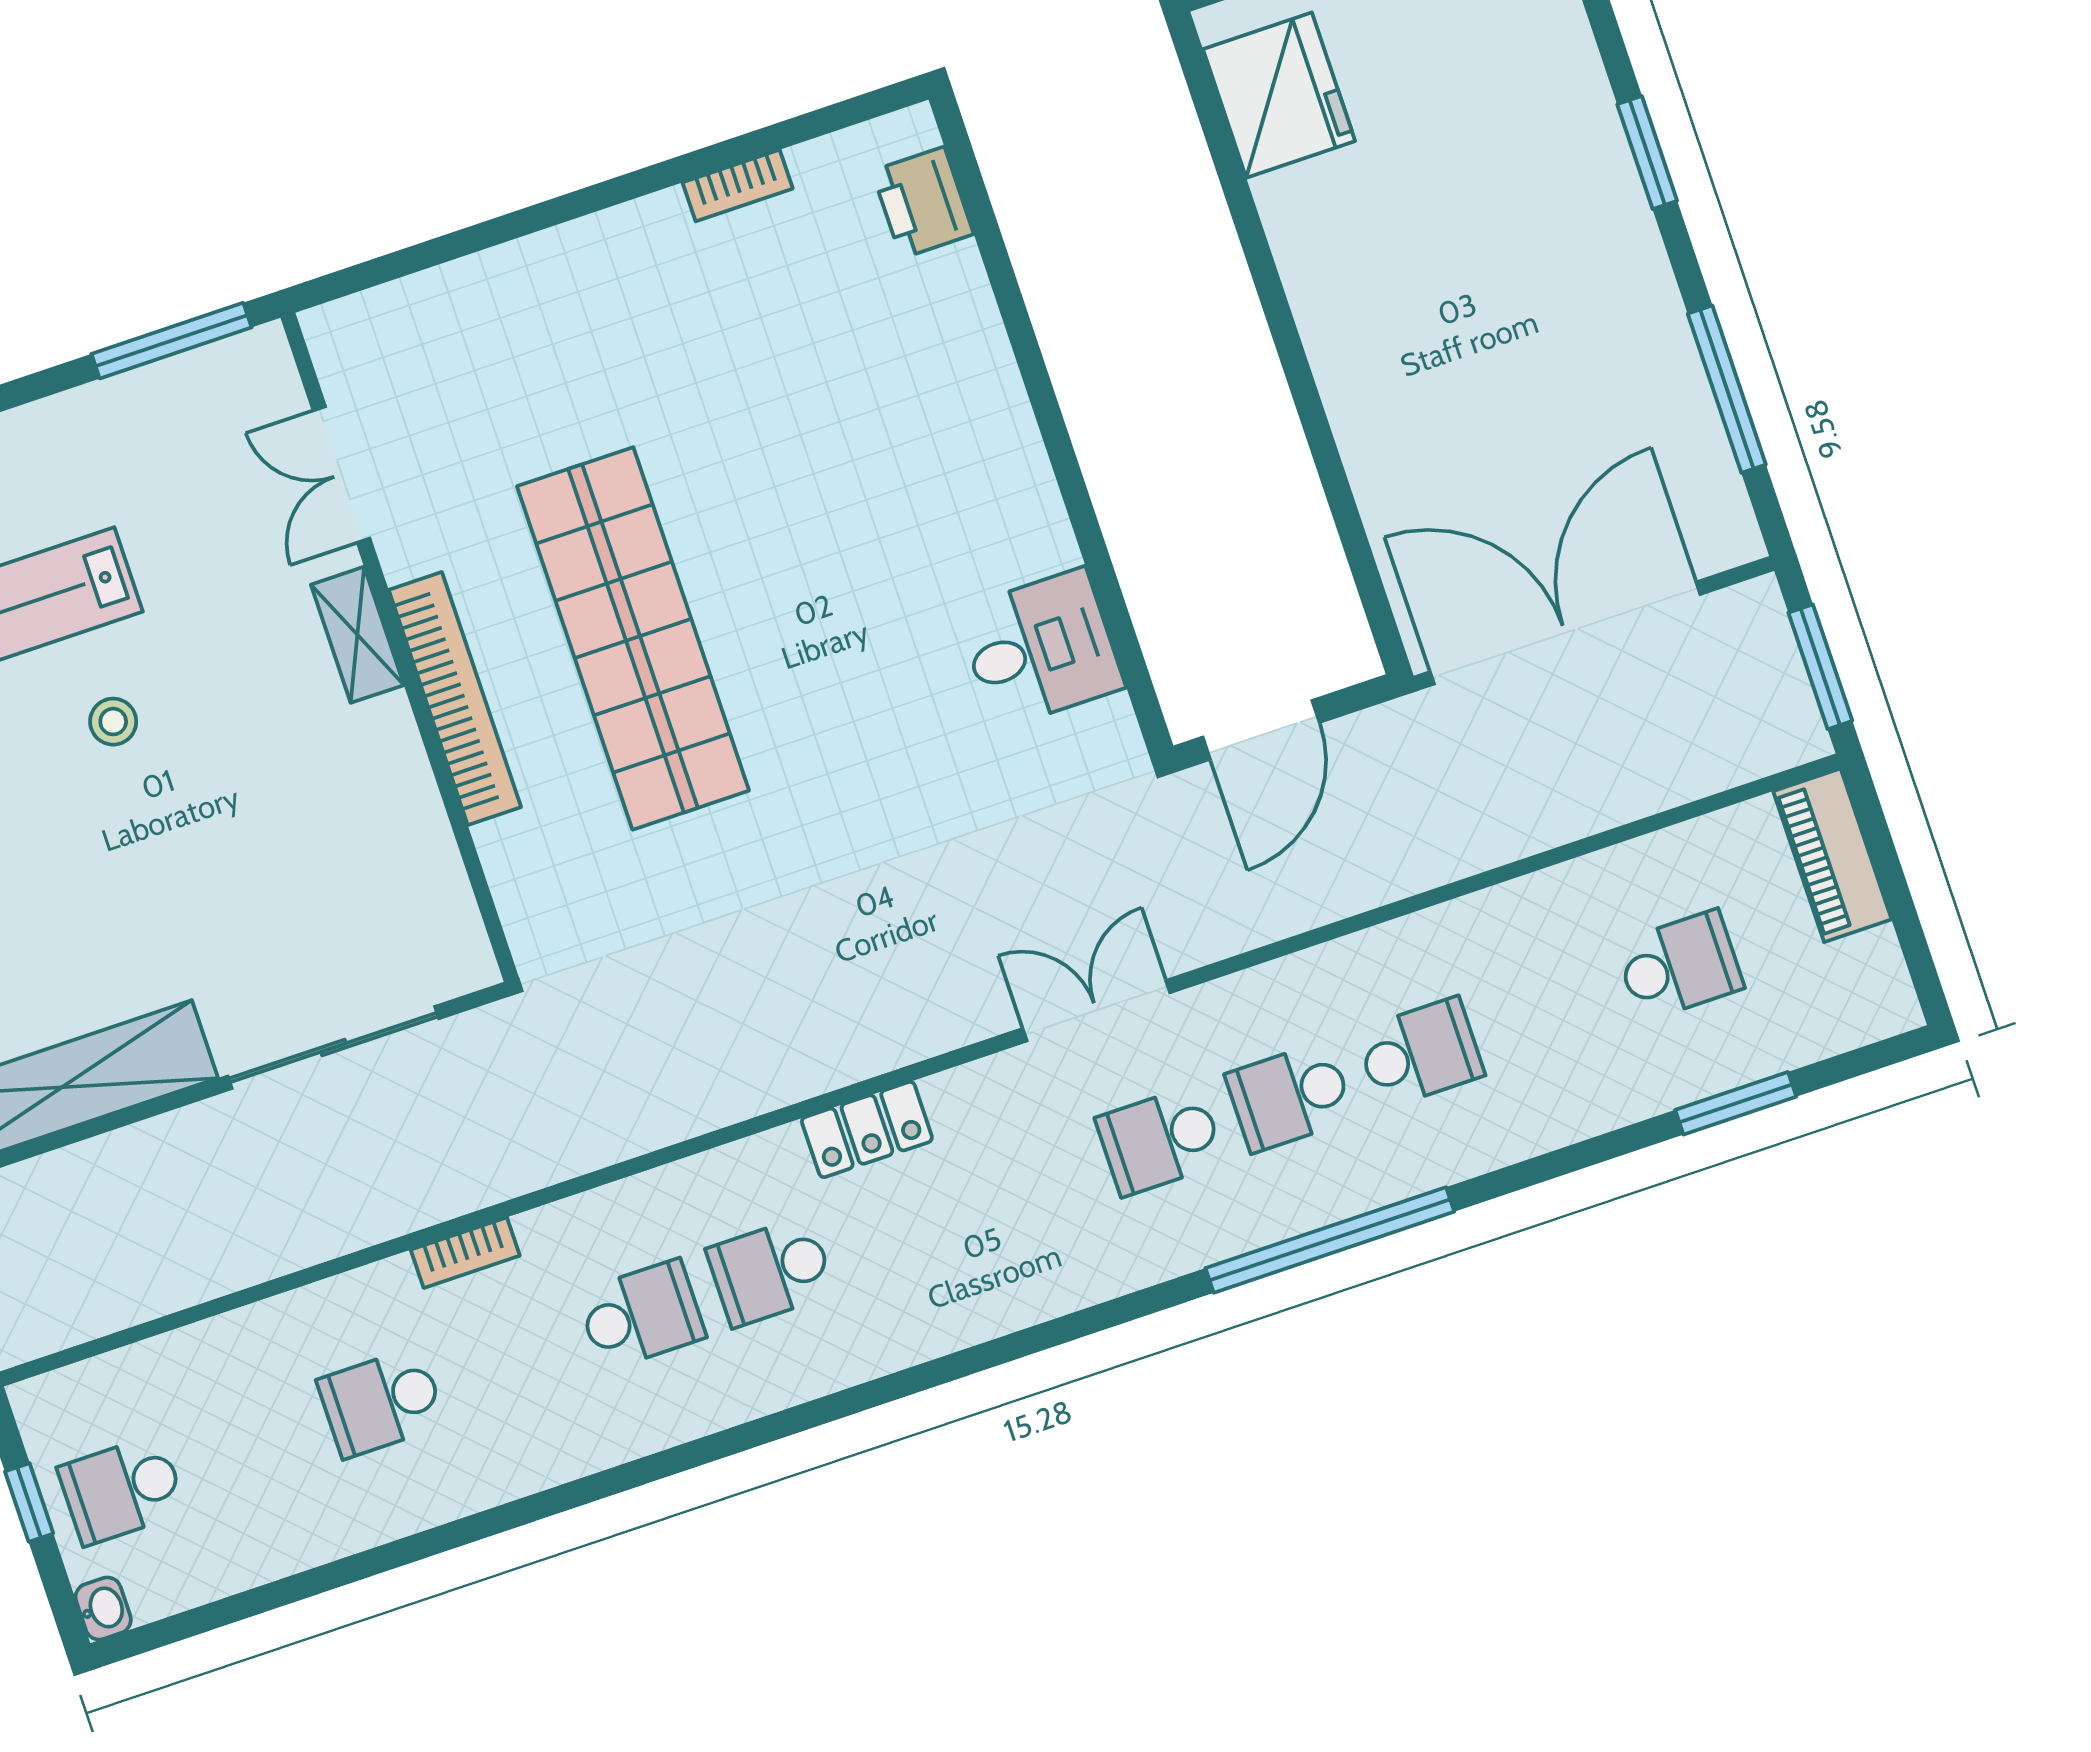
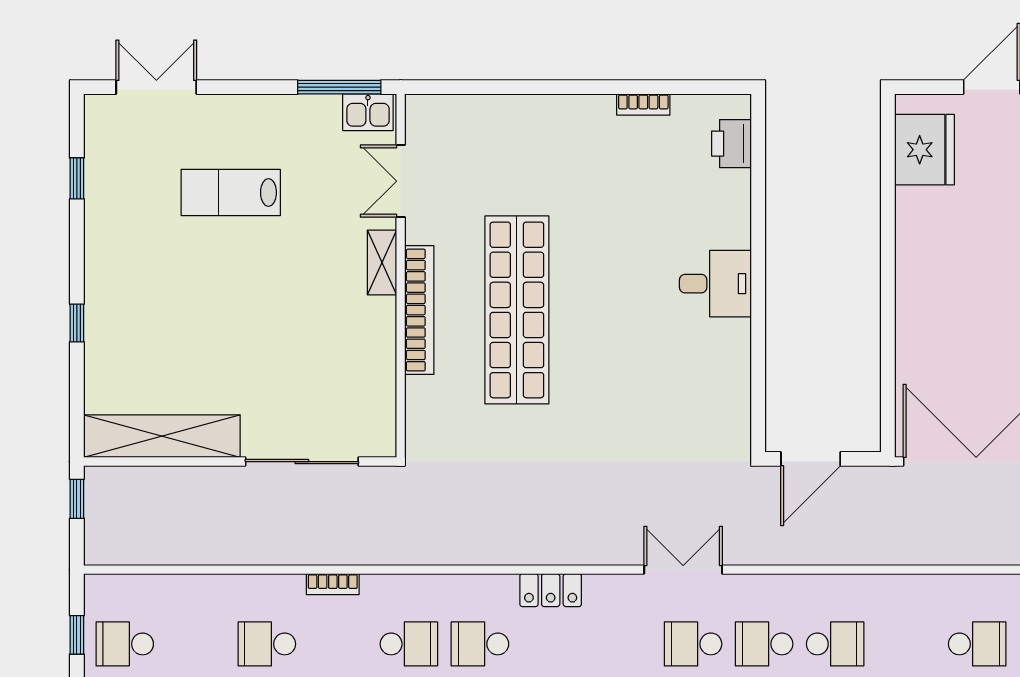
kitchen sink: (239, 369) -> (368, 112), added
desk: (1040, 649) -> (715, 284), moved
stool: (113, 722) -> (248, 265), removed

